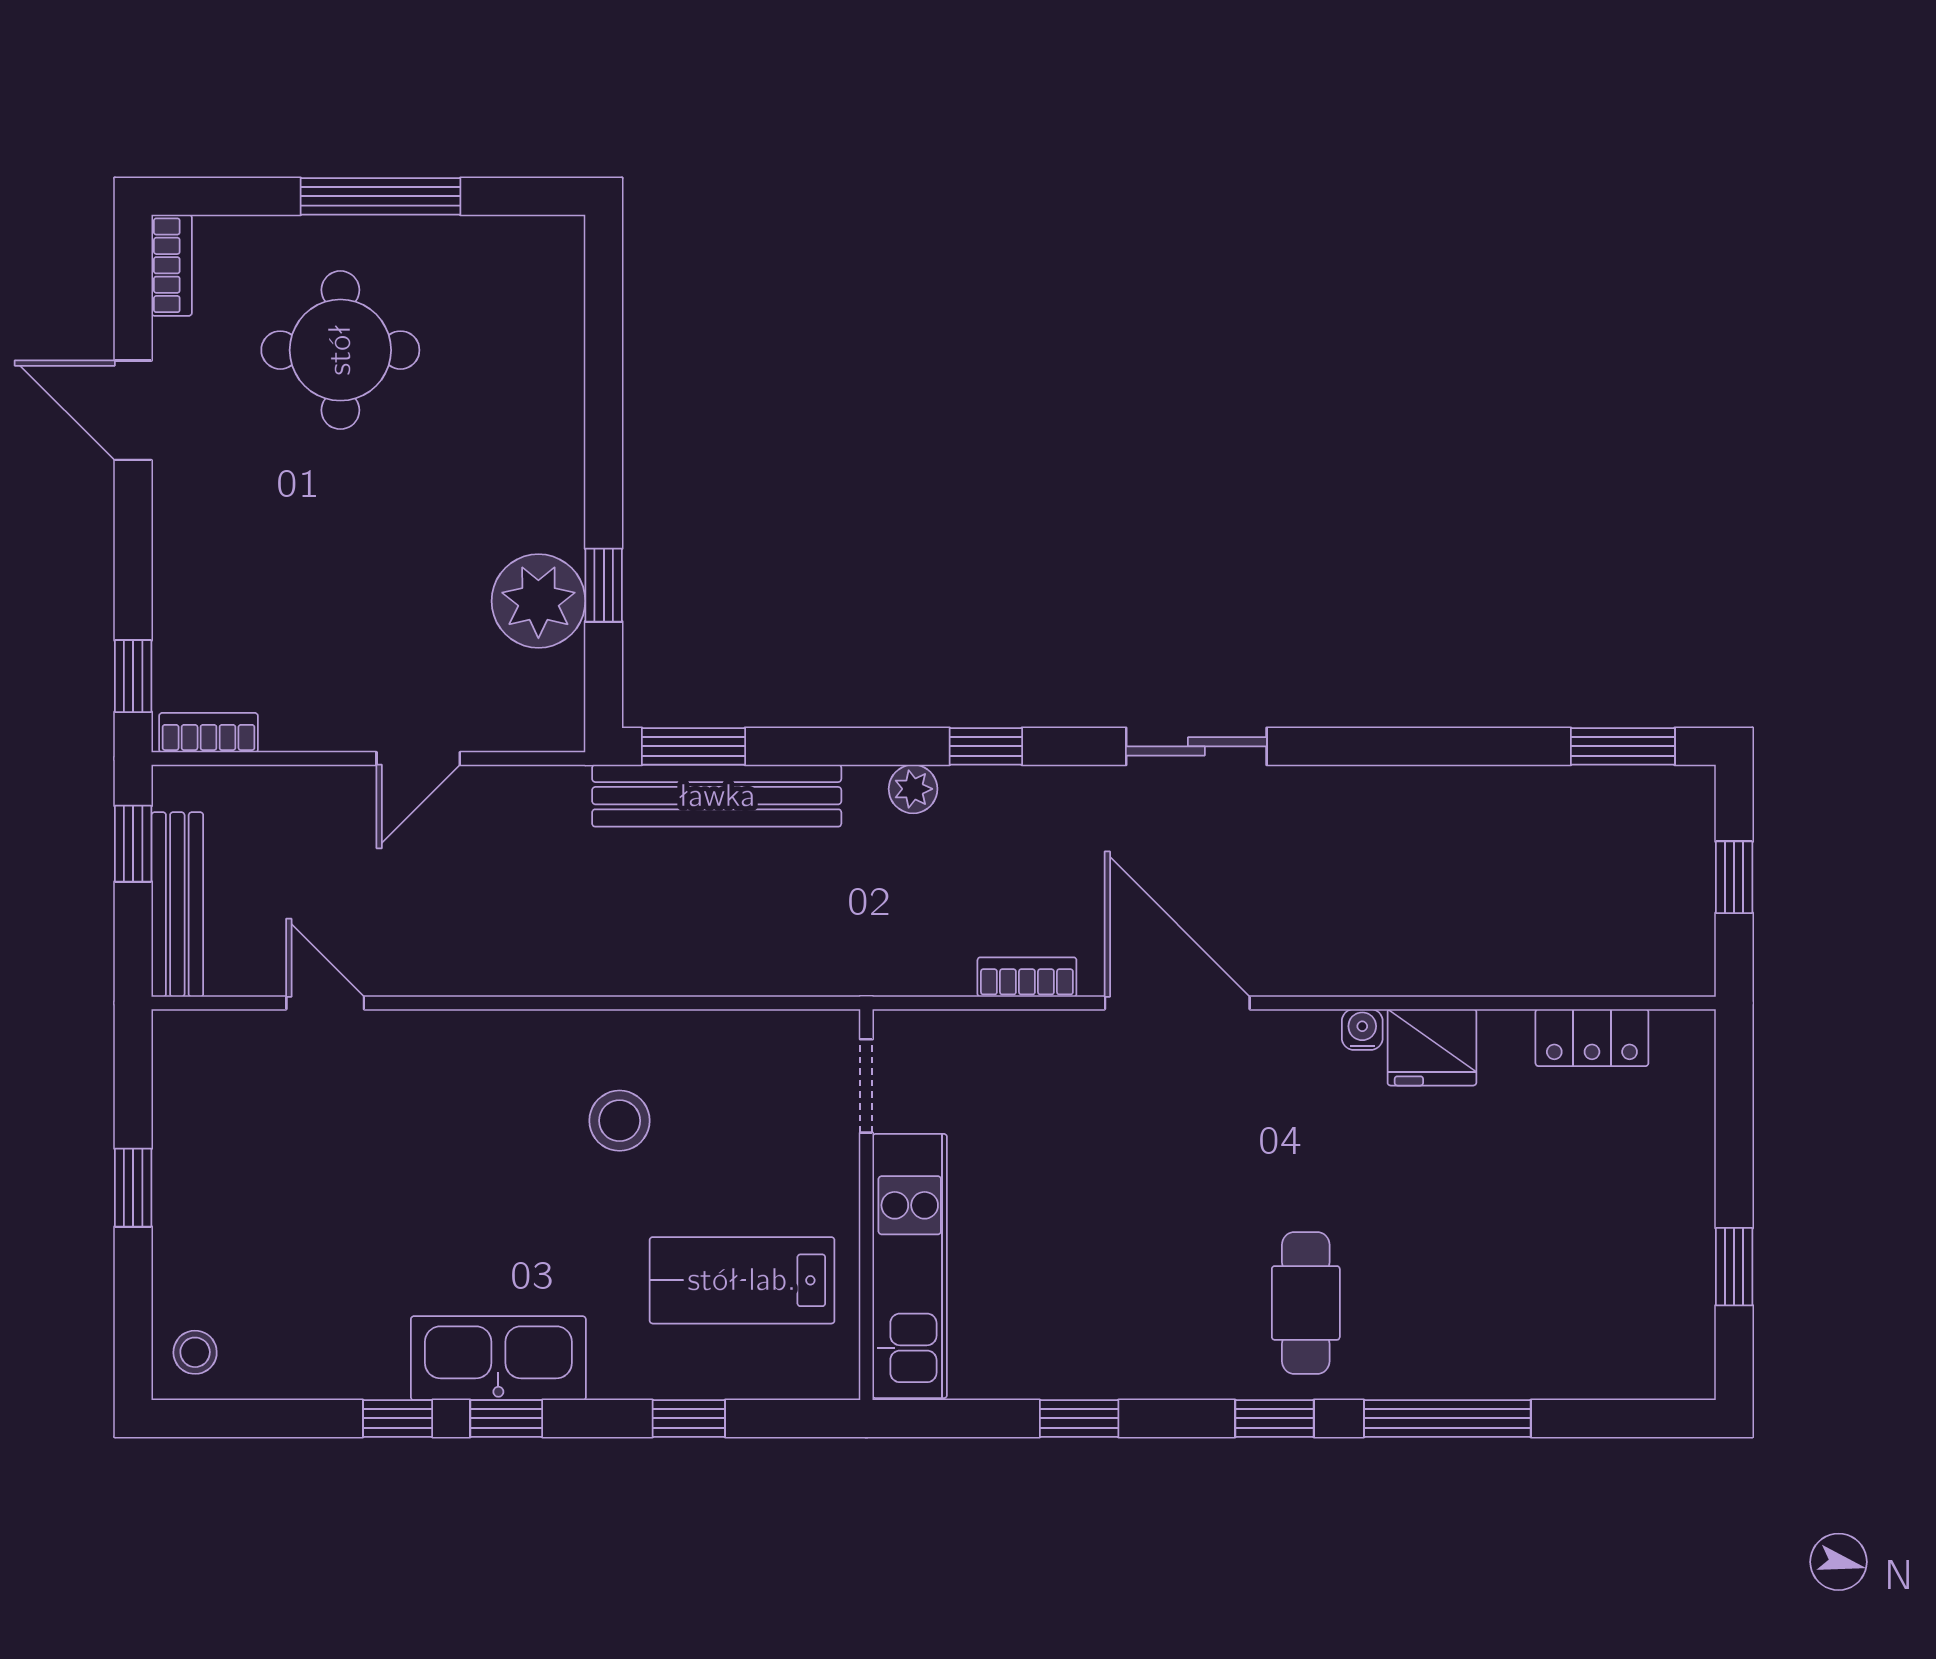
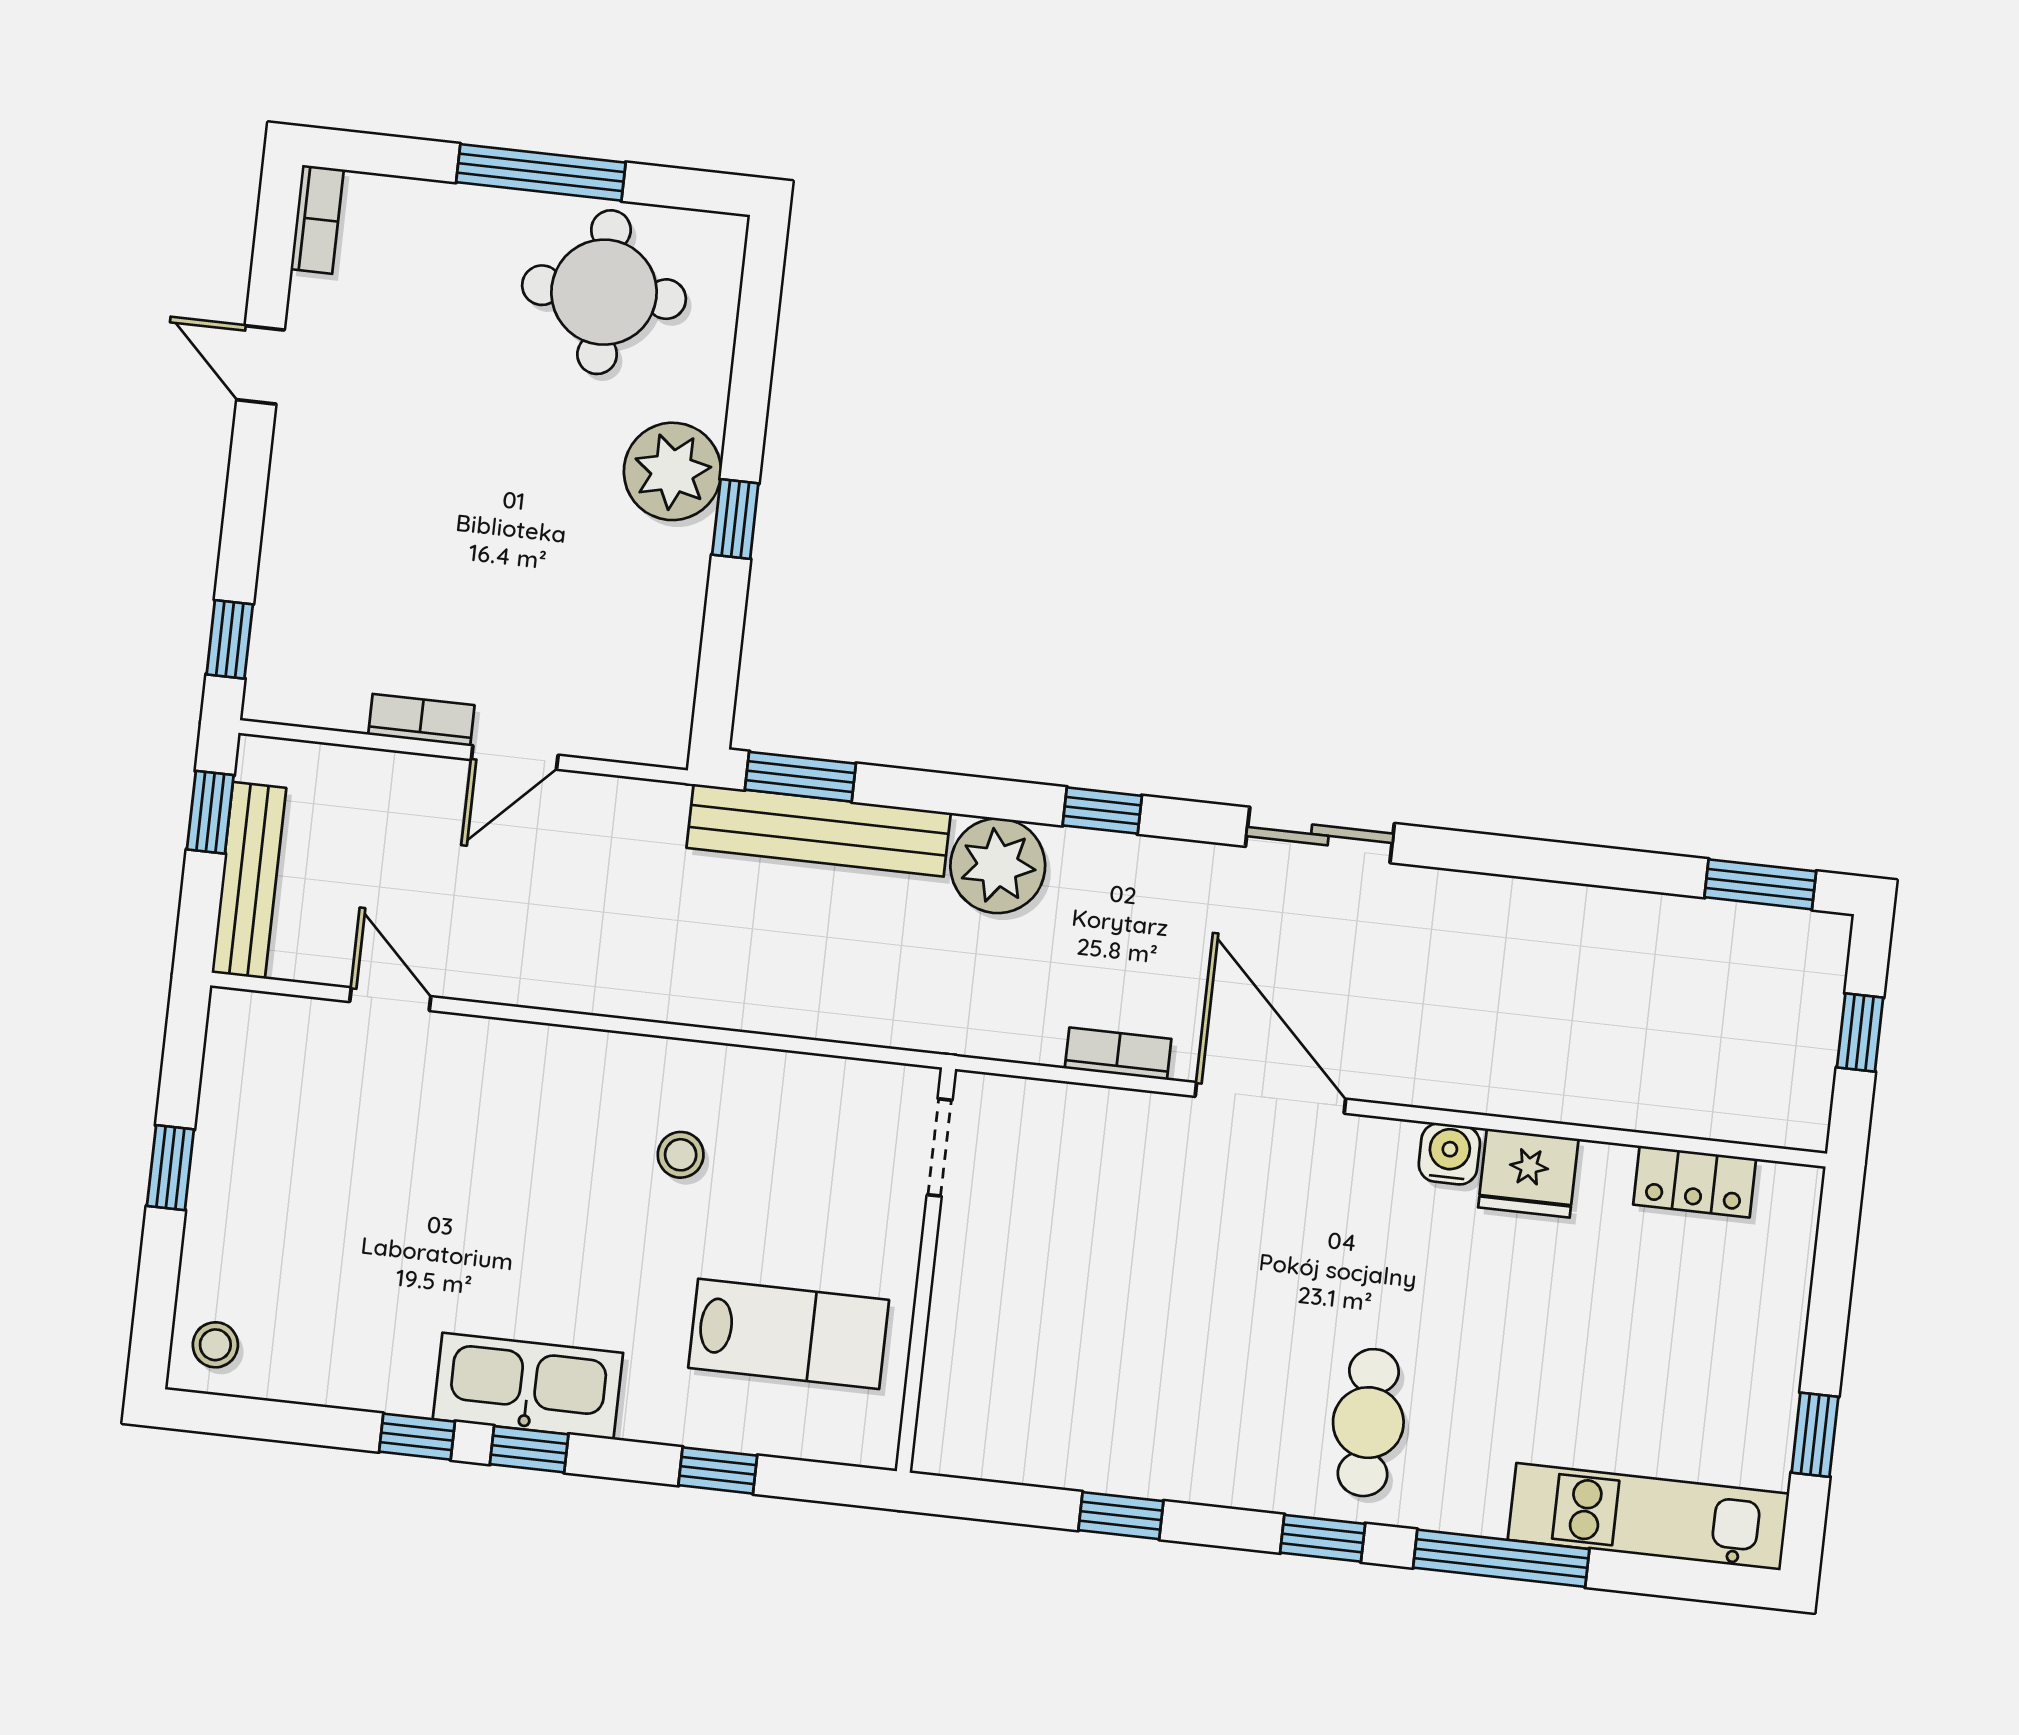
round table: (340, 350) -> (604, 292), moved
door: (133, 410) -> (261, 365), width x0.73
window: (604, 585) -> (735, 519), moved
plant: (538, 601) -> (672, 471), moved
bookcase: (209, 733) -> (421, 720), moved
plant: (913, 789) -> (998, 866), width x1.88, depth x1.88
water cooler: (1362, 1030) -> (1449, 1154), width x1.38, depth x1.38
stool: (620, 1121) -> (681, 1155), width x0.73, depth x0.73
kitchen unit: (910, 1266) -> (1648, 1517), moved, turned -90
lab bench: (742, 1280) -> (789, 1334), turned 180

